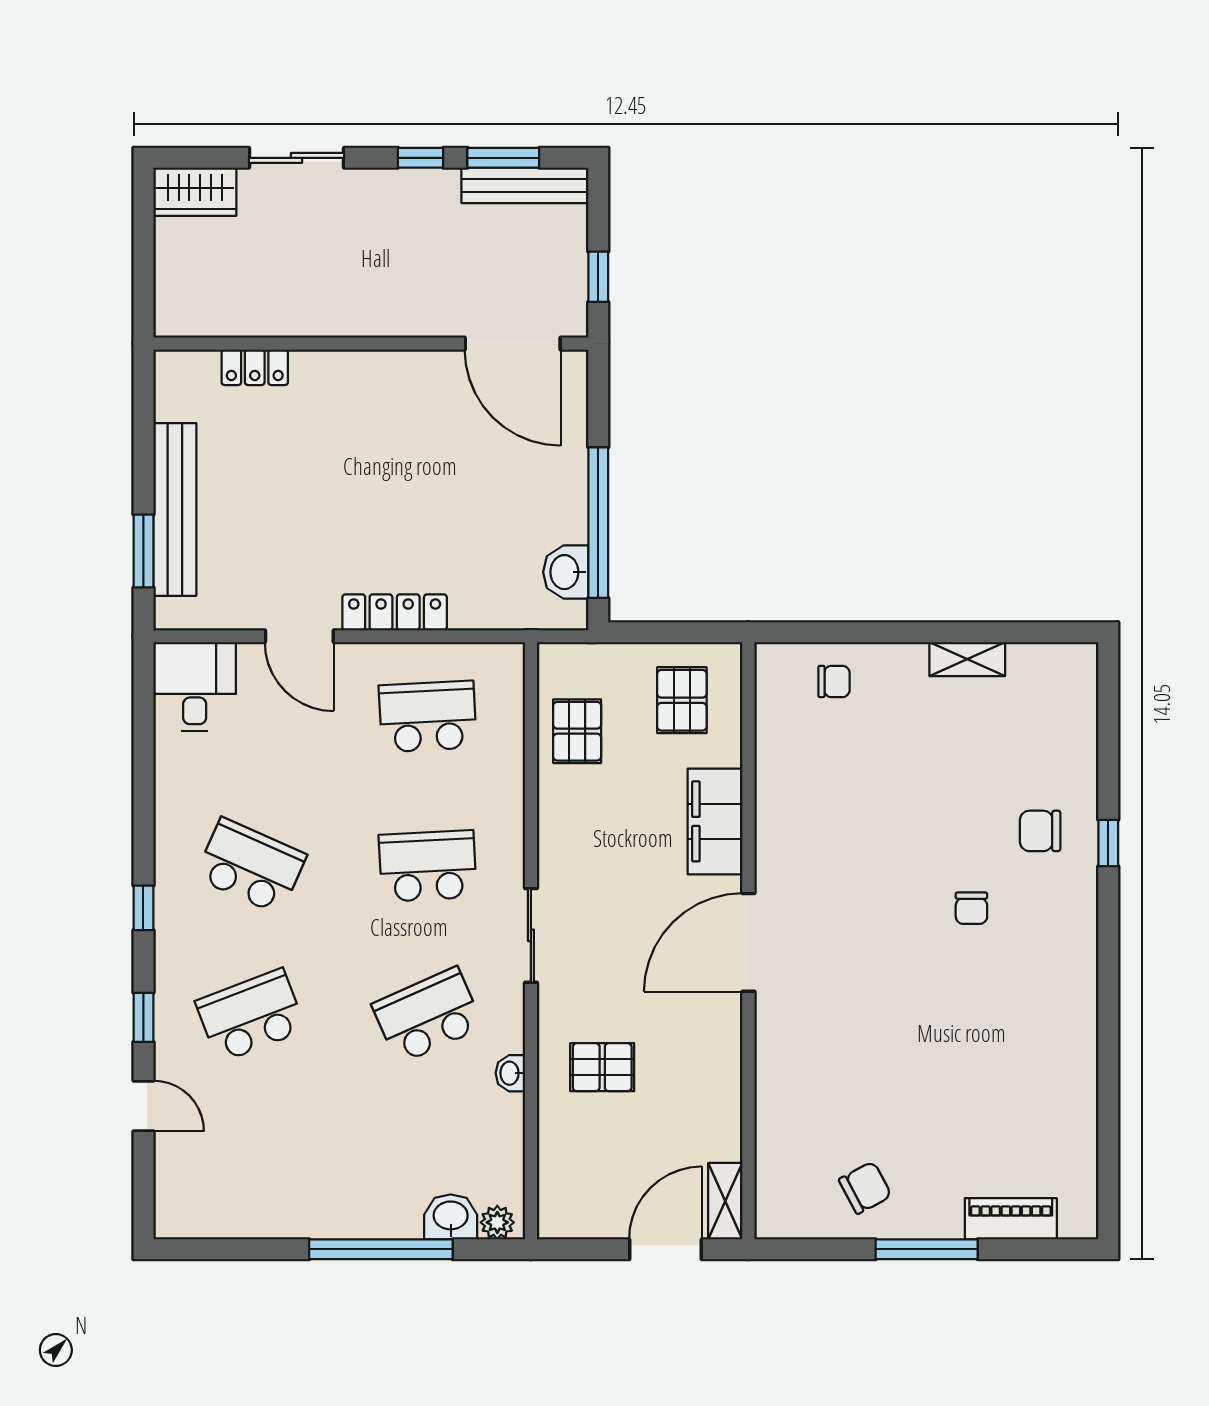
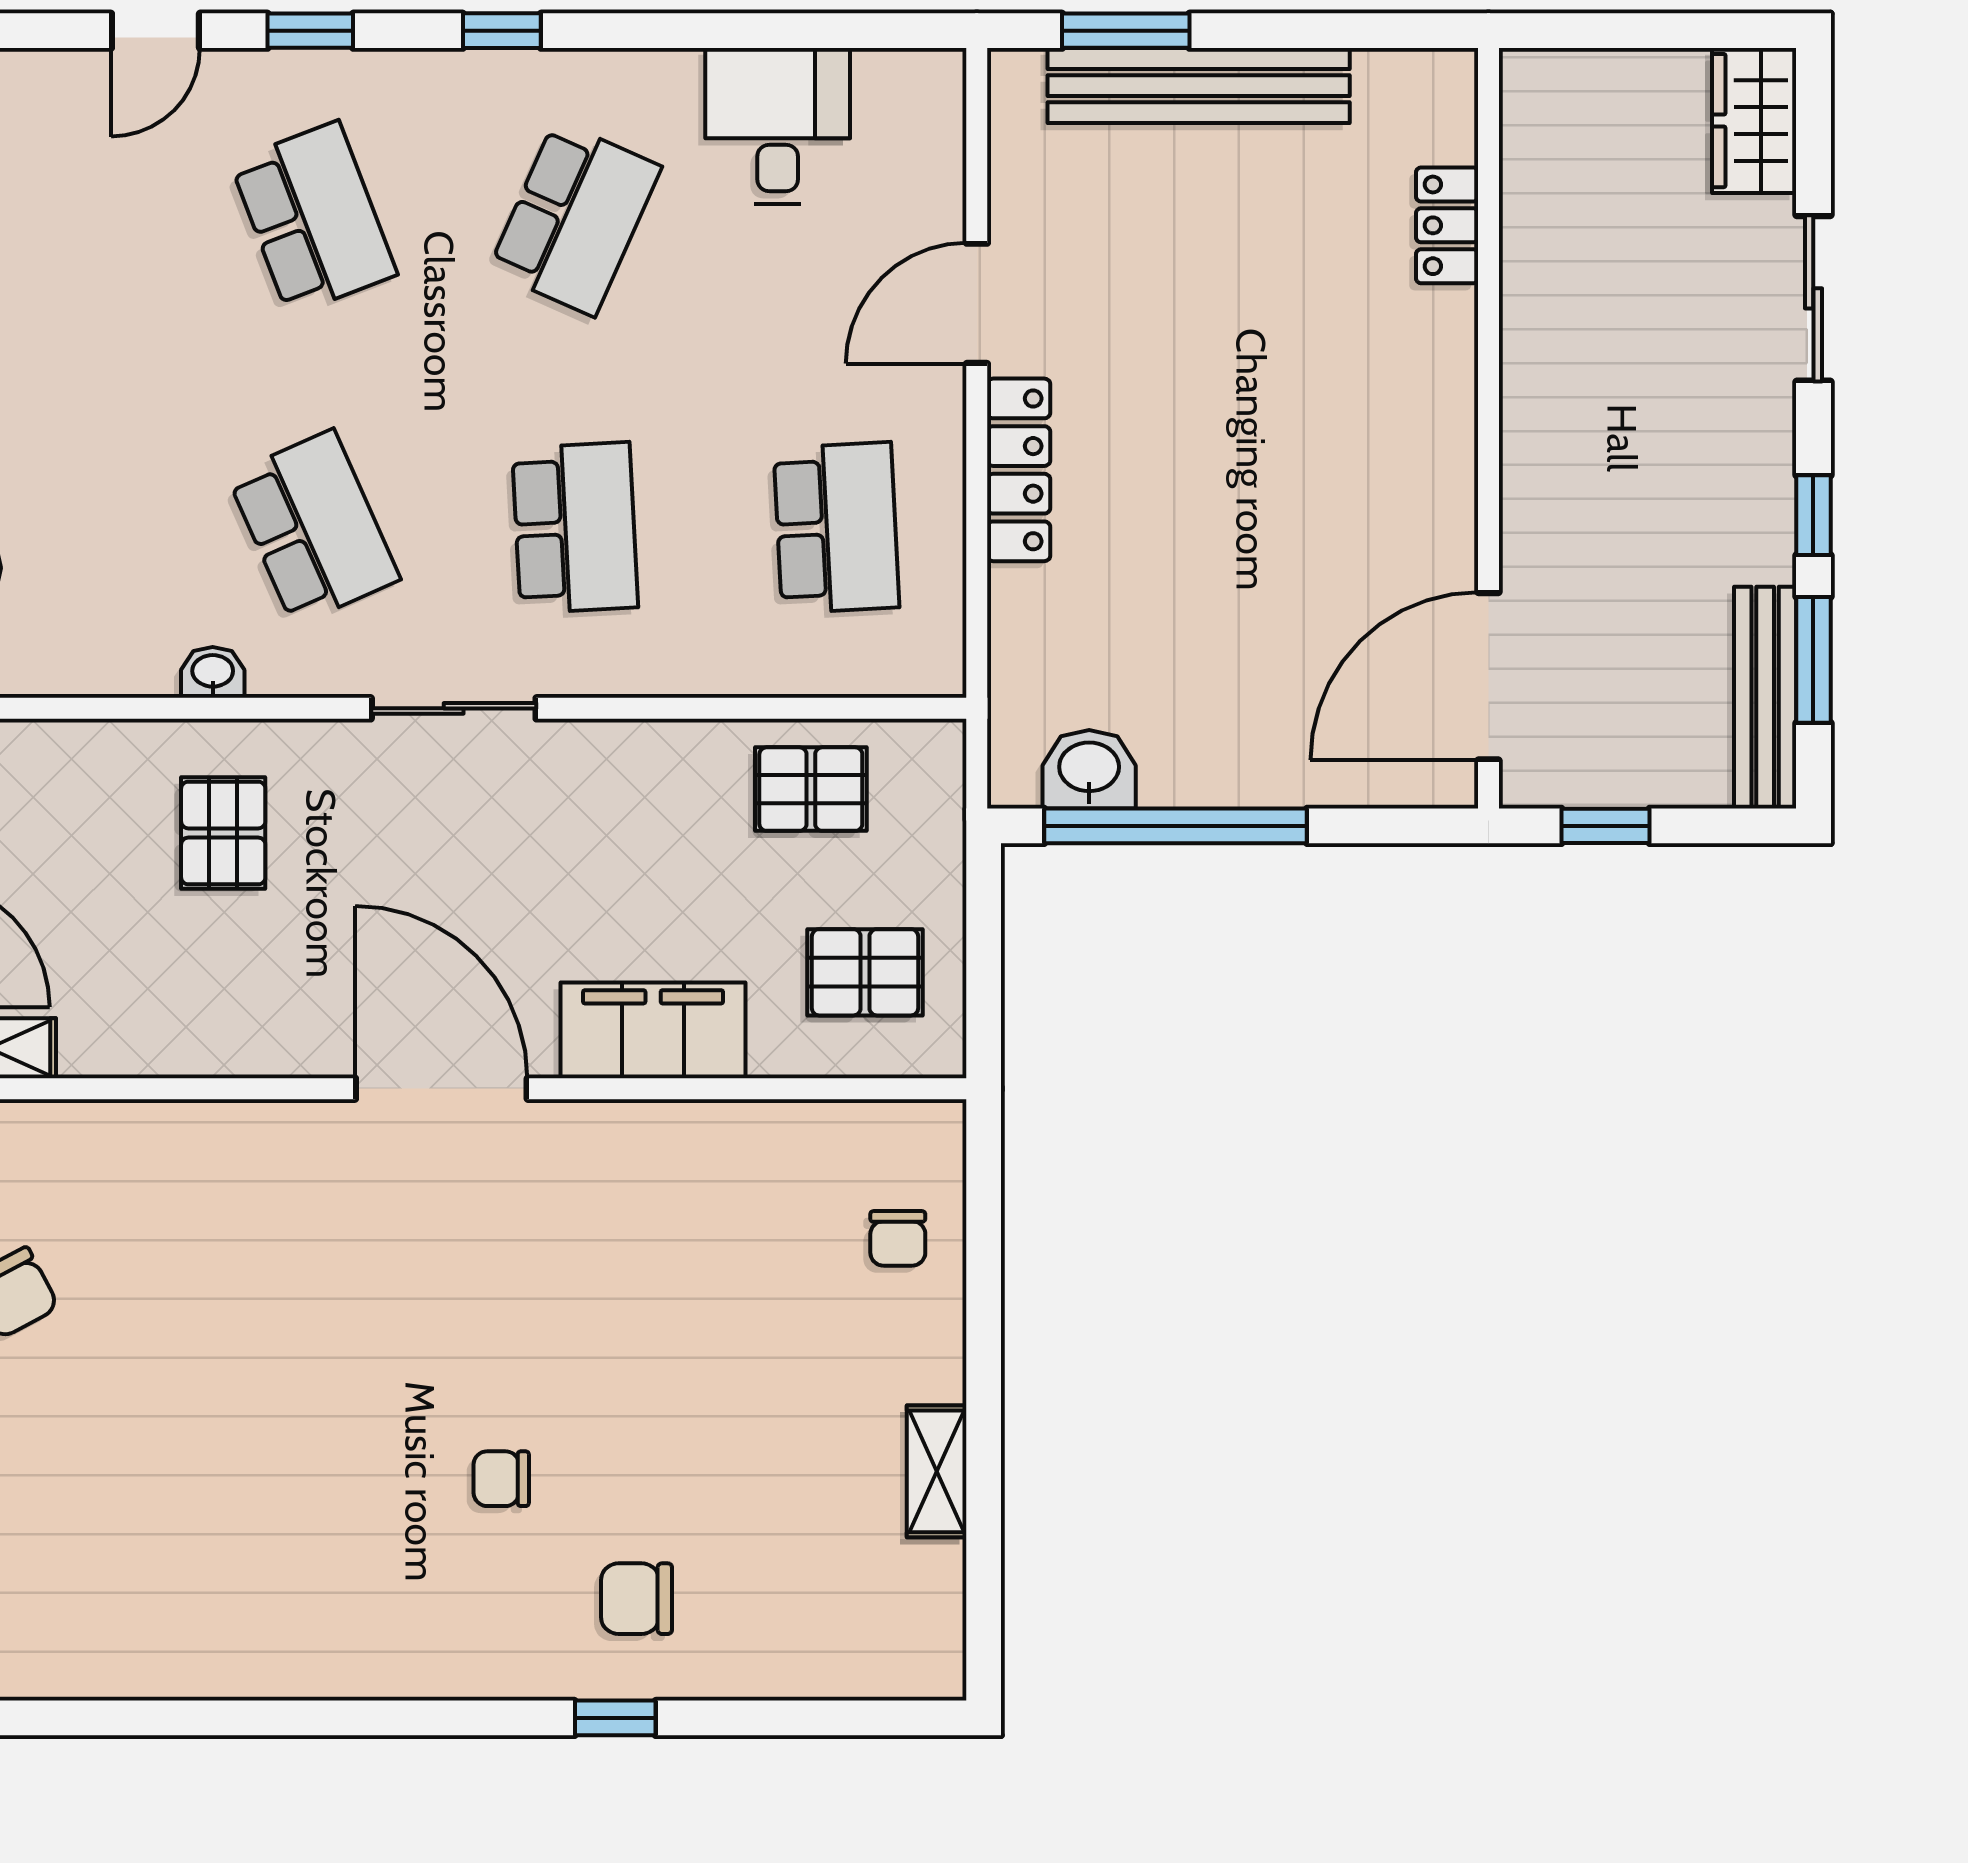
desk: (195, 687) -> (778, 126), moved, turned -90
chair: (1040, 831) -> (636, 1599), turned -90

